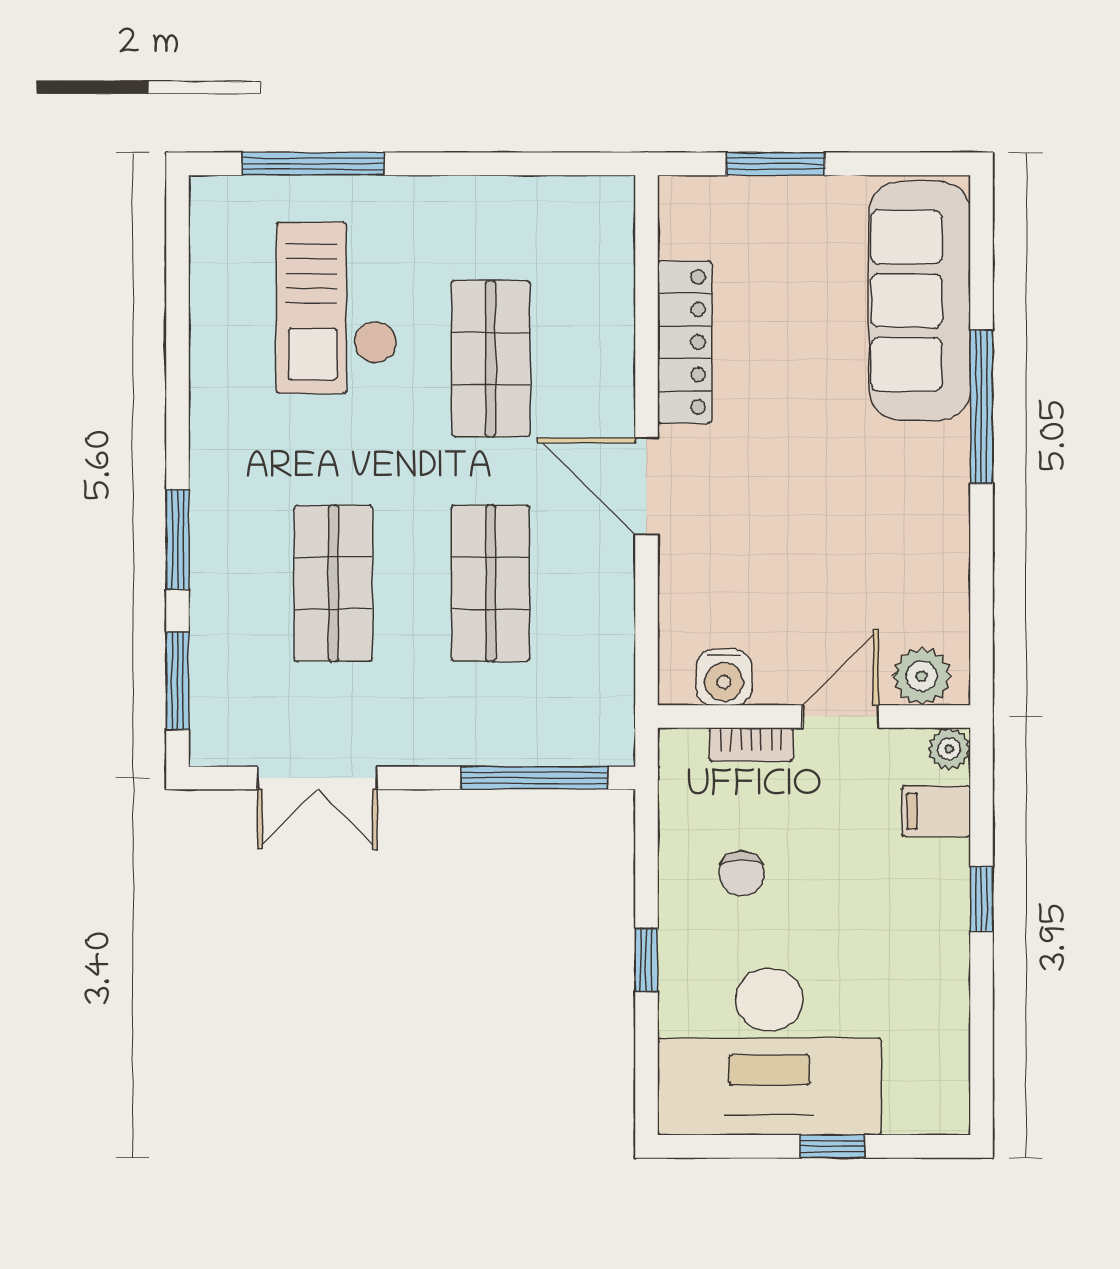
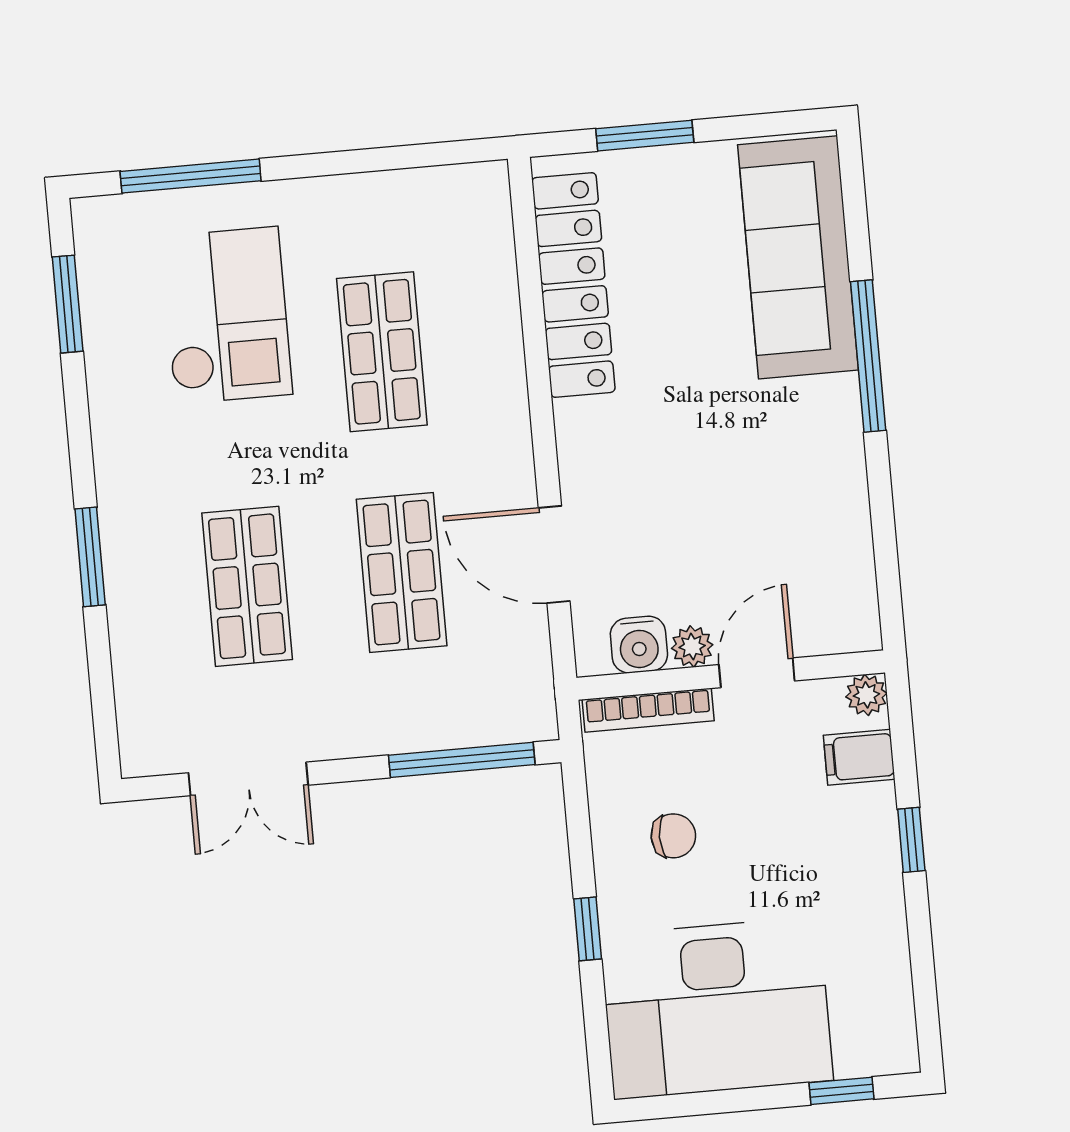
checkout: (337, 308) -> (226, 315), turned 180
locker: (685, 342) -> (573, 285), width x1.41, depth x1.21
door: (647, 487) -> (554, 554), moved
plant: (922, 676) -> (692, 646), moved, width x0.73, depth x0.73
window: (178, 681) -> (68, 304), moved
bookcase: (751, 744) -> (648, 710), width x1.56
chair: (741, 874) -> (673, 836), turned -90
window: (832, 1146) -> (841, 1091), moved

